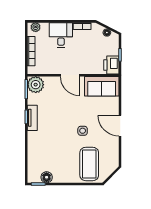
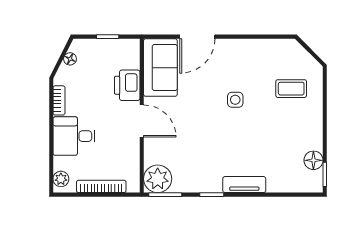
printer: (111, 65) -> (127, 85), moved, turned 90
door: (70, 75) -> (142, 121), hinge flipped
tv unit: (32, 118) -> (244, 185), moved
door: (120, 126) -> (197, 37), moved
coffee table: (89, 164) -> (291, 89), width x0.54, depth x0.58

